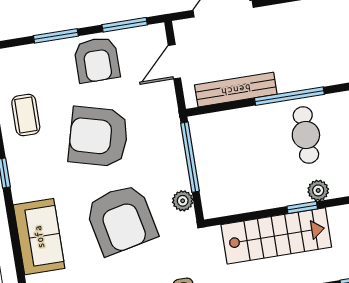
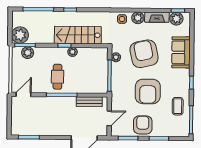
bench: (236, 90) -> (89, 102), width x0.73
armchair: (98, 137) -> (148, 91), turned 75
plant: (318, 190) -> (72, 52), moved

